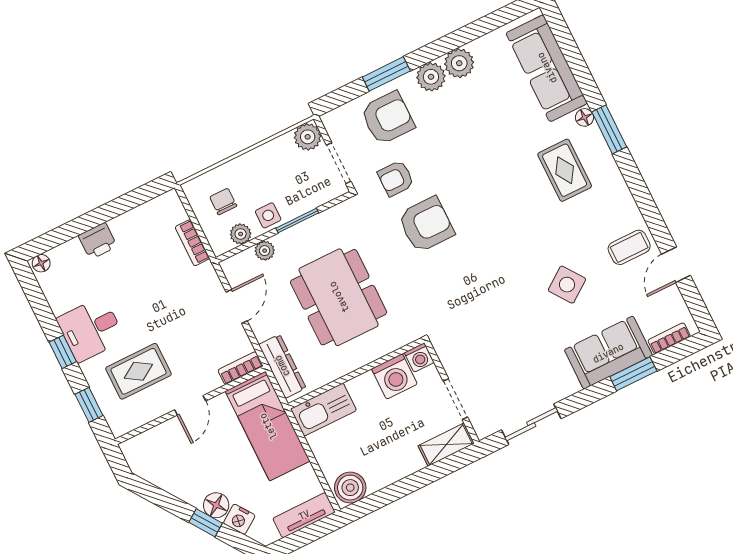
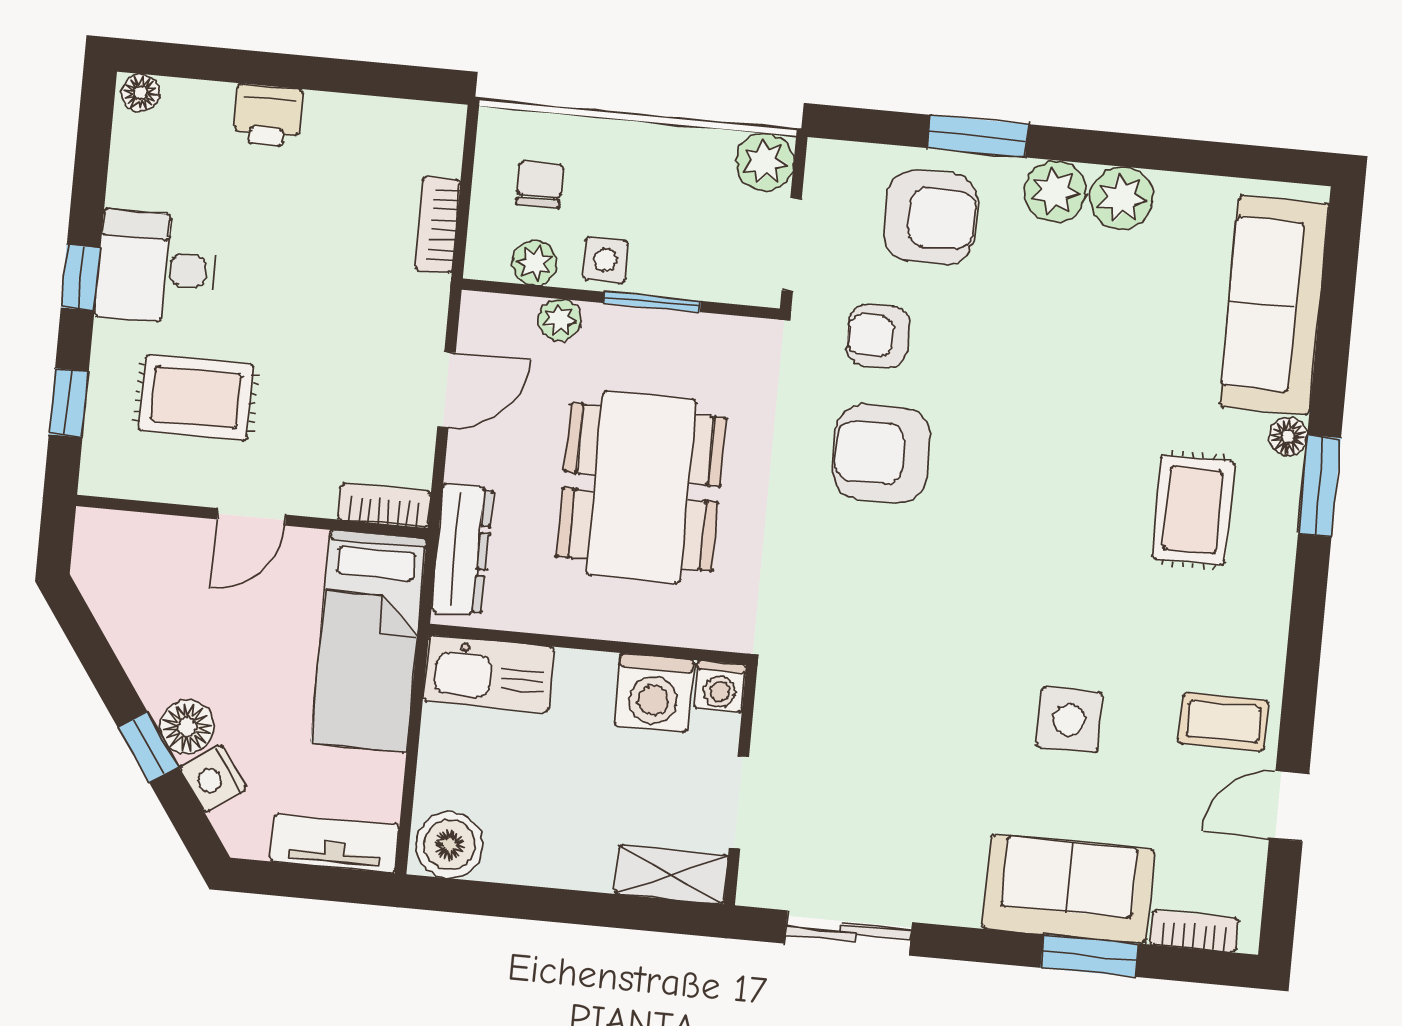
armchair: (426, 225) -> (881, 453), turned 180
side table: (567, 285) -> (1069, 720), turned 36

